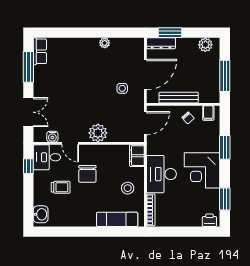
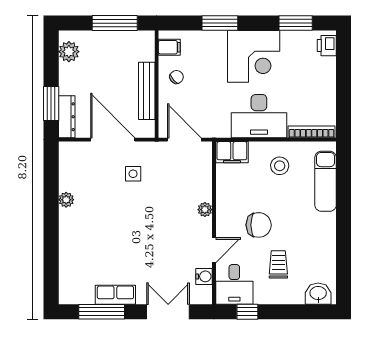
row of seats: (40, 51) -> (115, 295), moved
plant: (98, 133) -> (205, 210), width x0.53, depth x0.53

